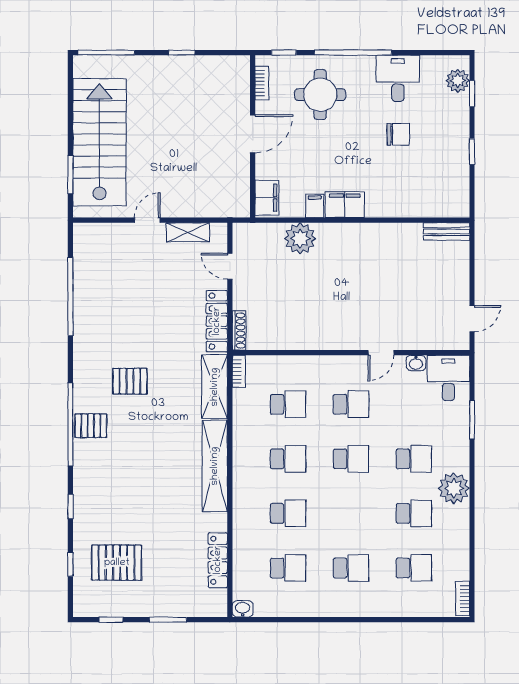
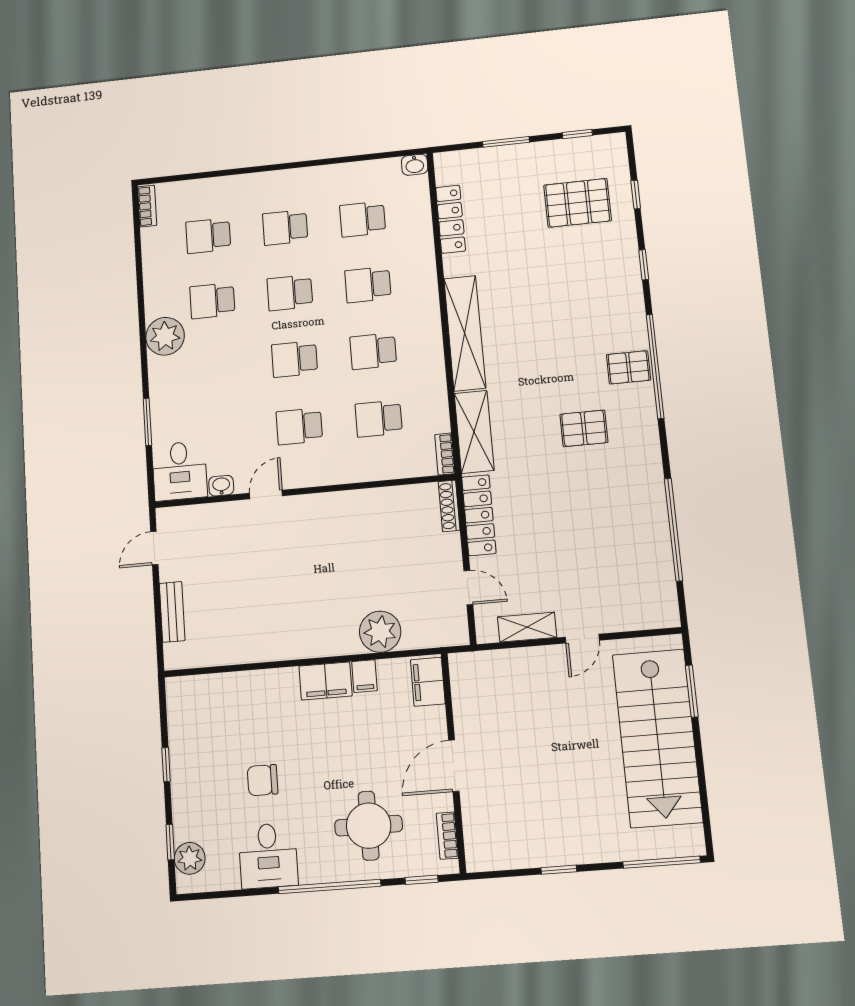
bench: (446, 231) -> (172, 612), moved, turned 90
school desk: (414, 459) -> (290, 293), moved

